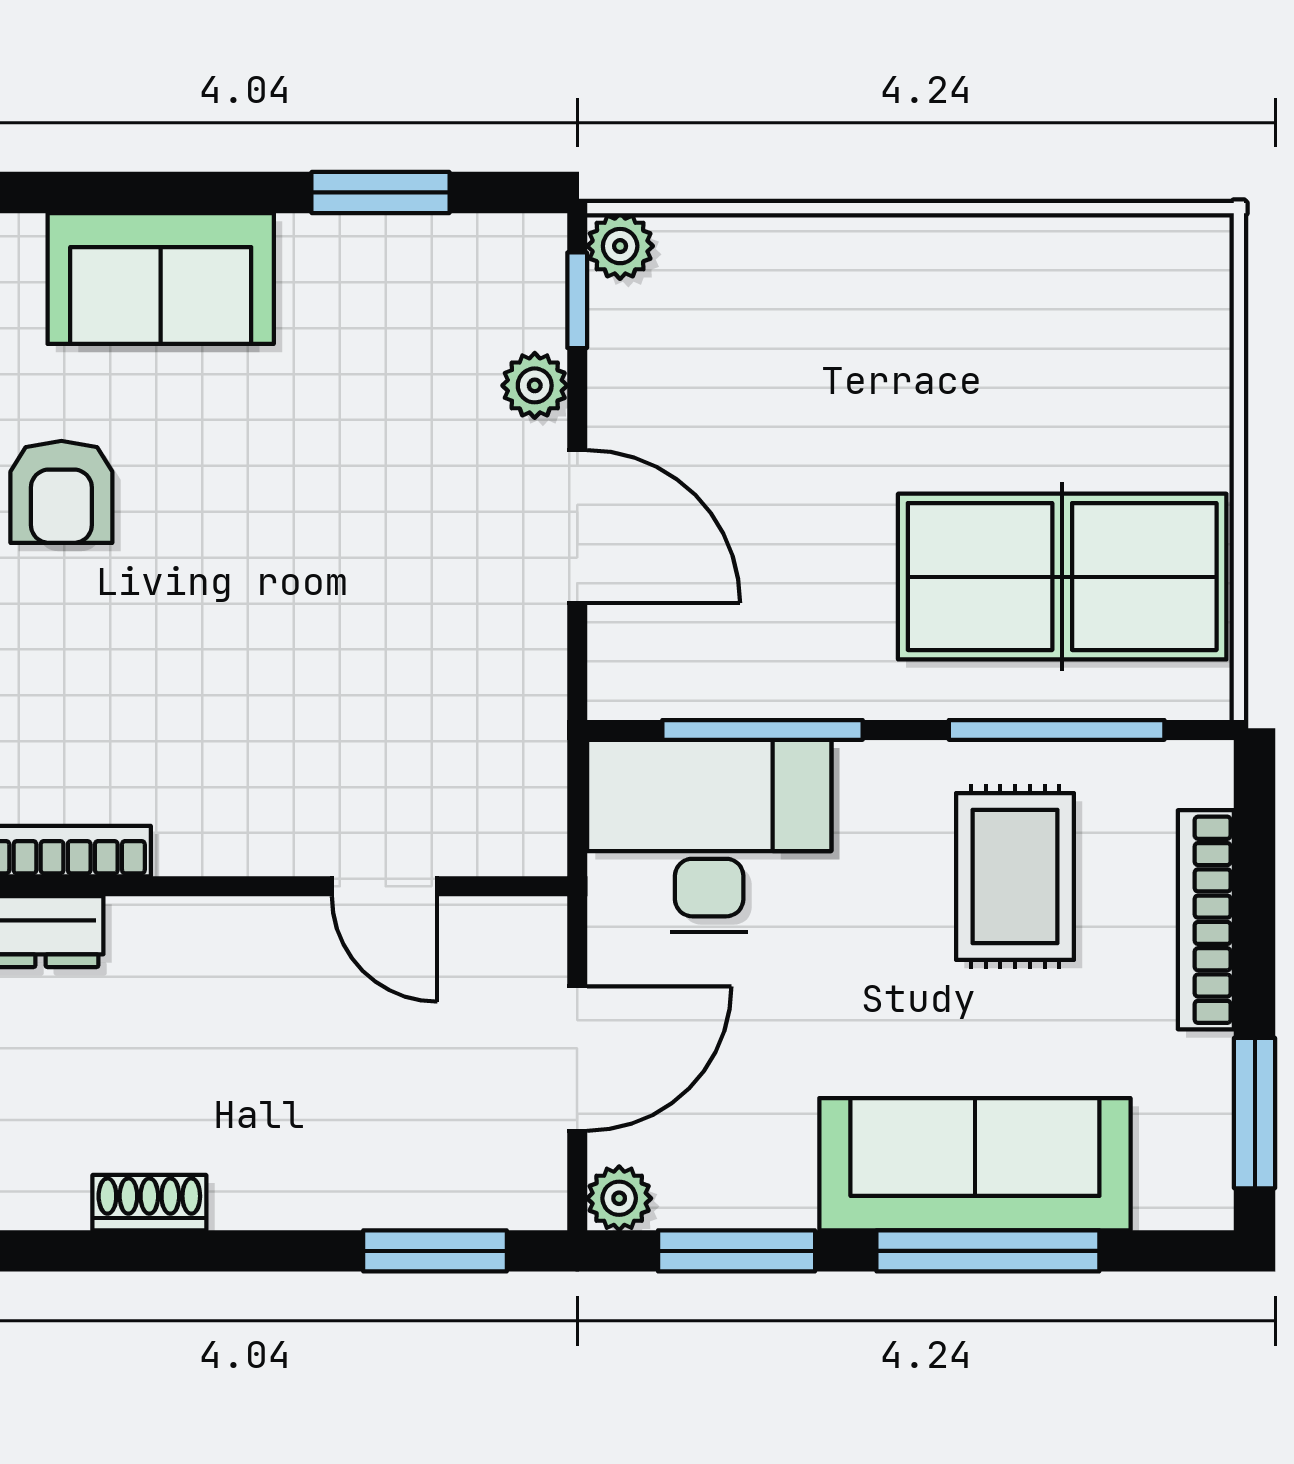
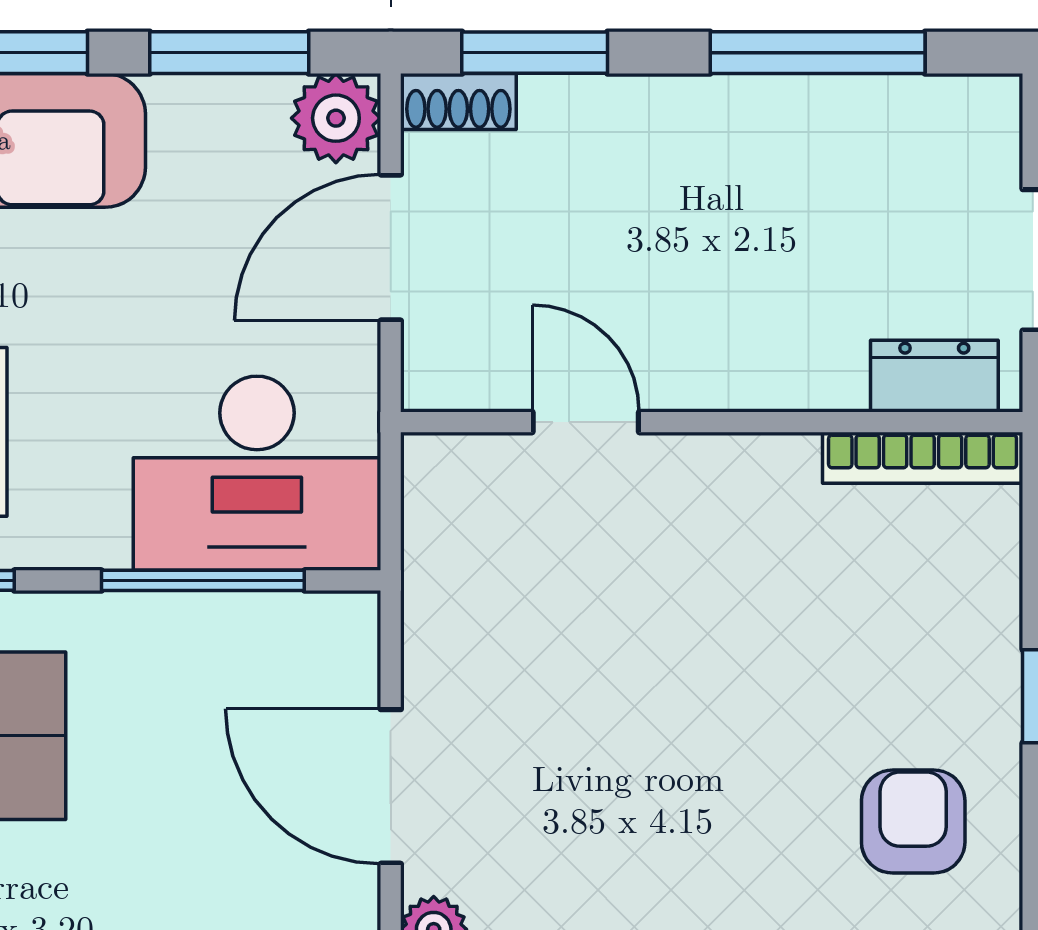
plant: (619, 1198) -> (336, 118), width x1.38, depth x1.38
shoe rack: (149, 1203) -> (458, 102), moved
window: (156, 1251) -> (818, 53), added

